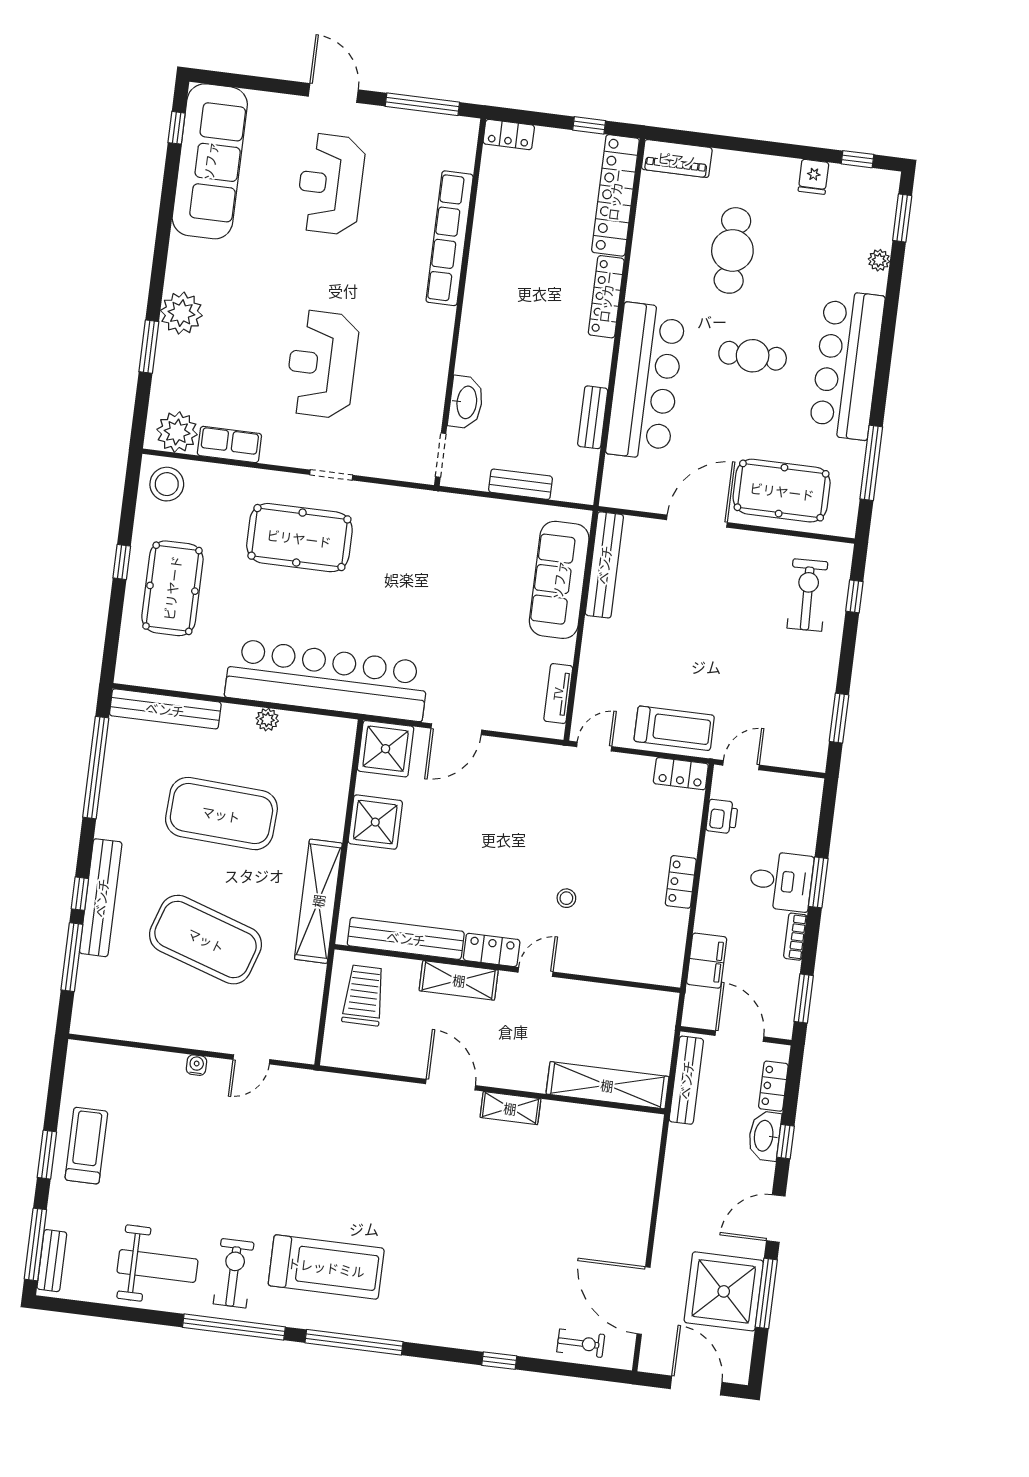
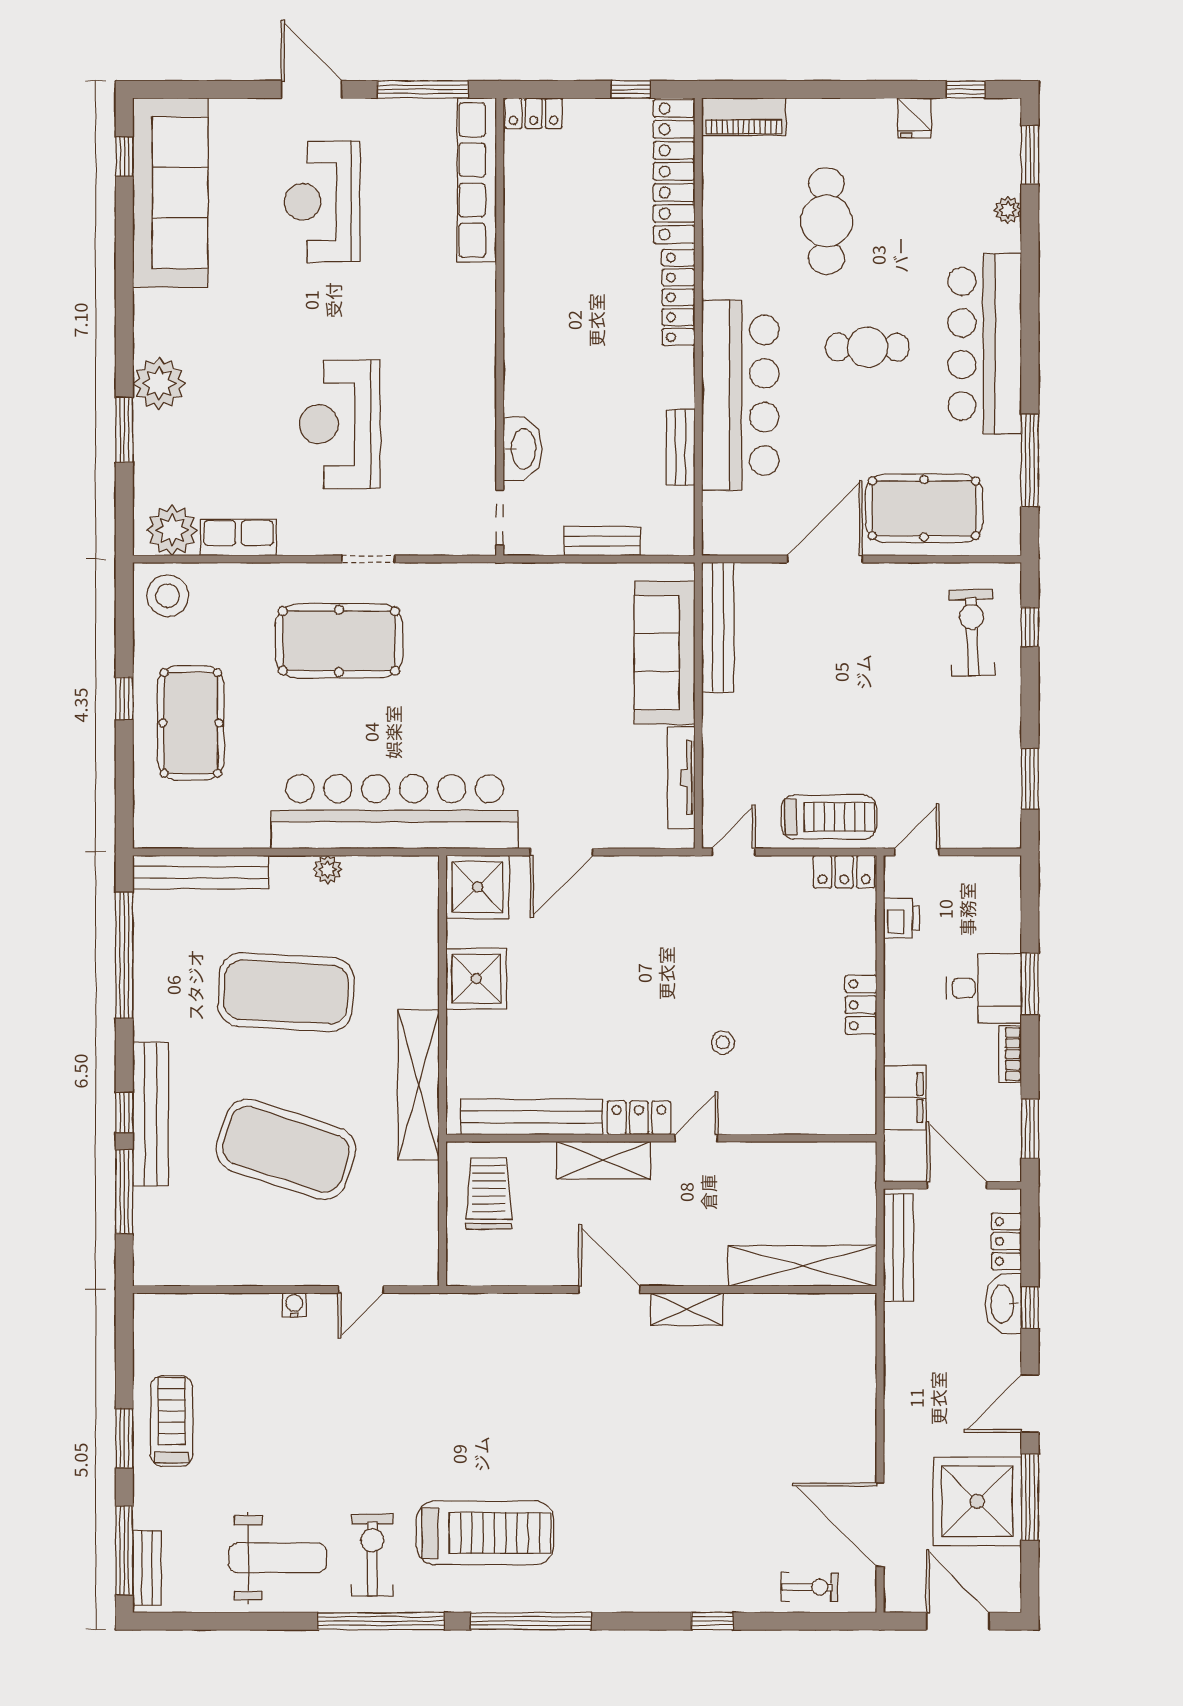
row of seats: (450, 238) -> (477, 180), moved
tv unit: (558, 694) -> (681, 778), width x1.41

